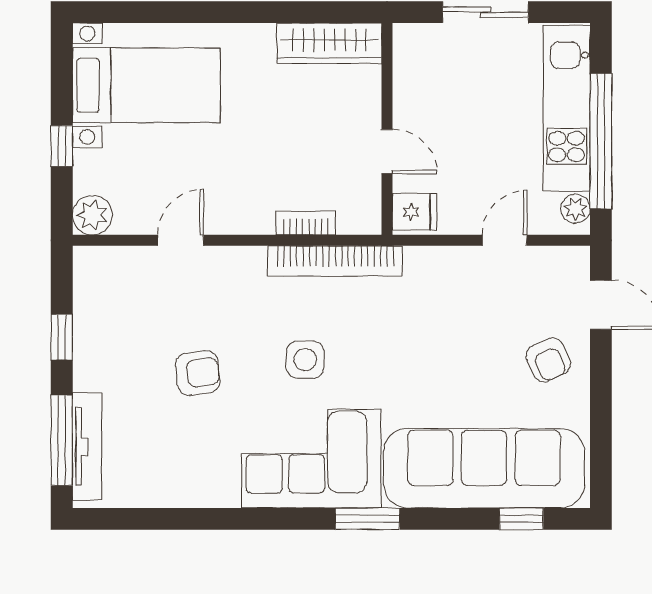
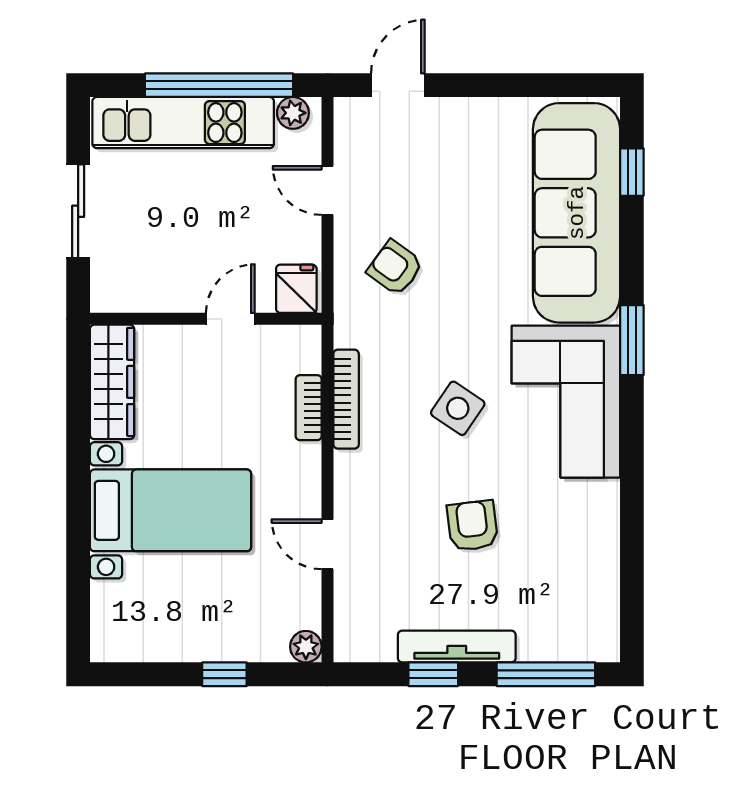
bed with nightstands: (146, 85) -> (171, 510), moved, turned 90
plant: (92, 215) -> (306, 647), width x0.73, depth x0.73
bookcase: (335, 261) -> (346, 399), width x0.68, depth x0.76
side table: (305, 360) -> (458, 408), turned 34
armchair: (548, 360) -> (395, 268), moved, turned -120
tv unit: (87, 447) -> (457, 647), moved

